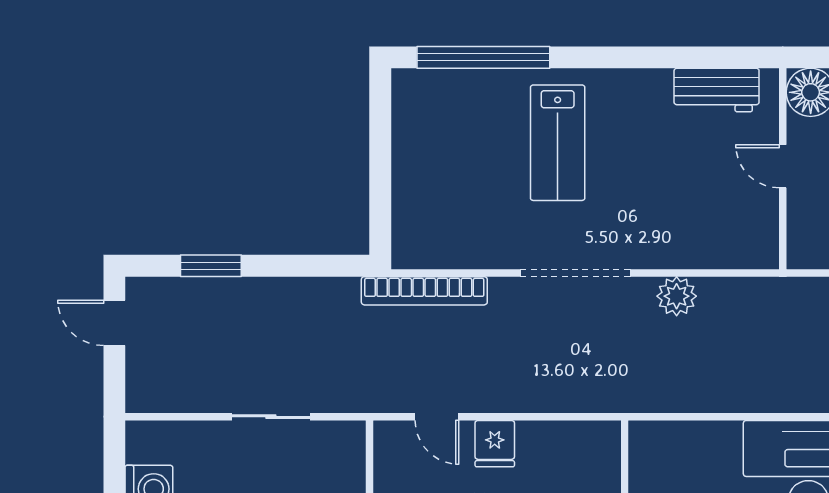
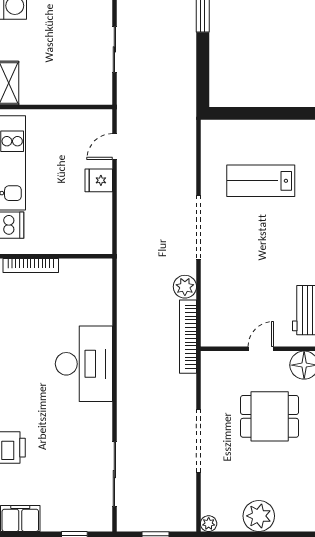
lab bench: (558, 143) -> (261, 181), moved
bookcase: (424, 291) -> (188, 337), moved

